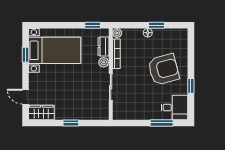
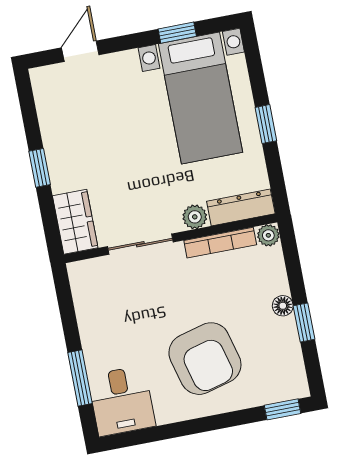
window: (93, 25) -> (266, 124), moved
dresser: (103, 47) -> (241, 207), width x1.44
window: (191, 86) -> (283, 409), moved
wardrobe: (41, 112) -> (75, 222), moved

